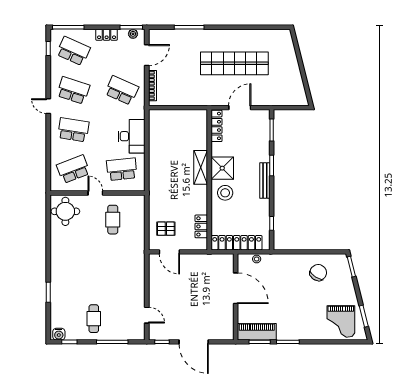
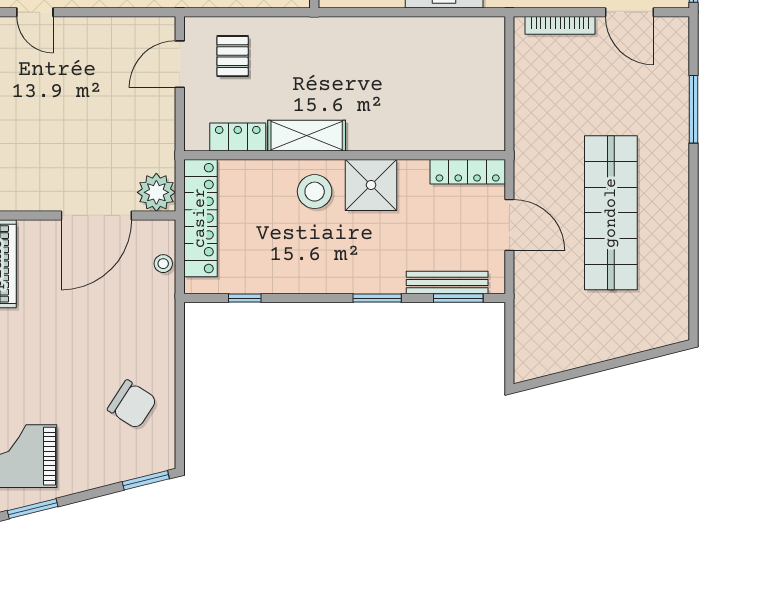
shelving: (201, 167) -> (307, 136), moved
bench: (265, 180) -> (447, 282), moved
plant: (225, 262) -> (156, 192), added
door: (147, 315) -> (35, 12), hinge flipped

